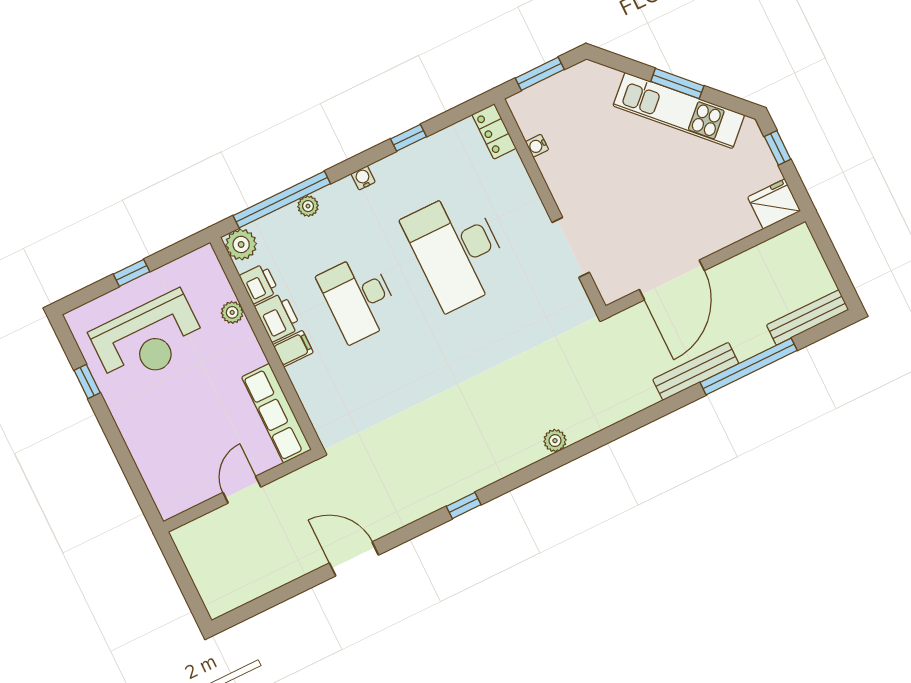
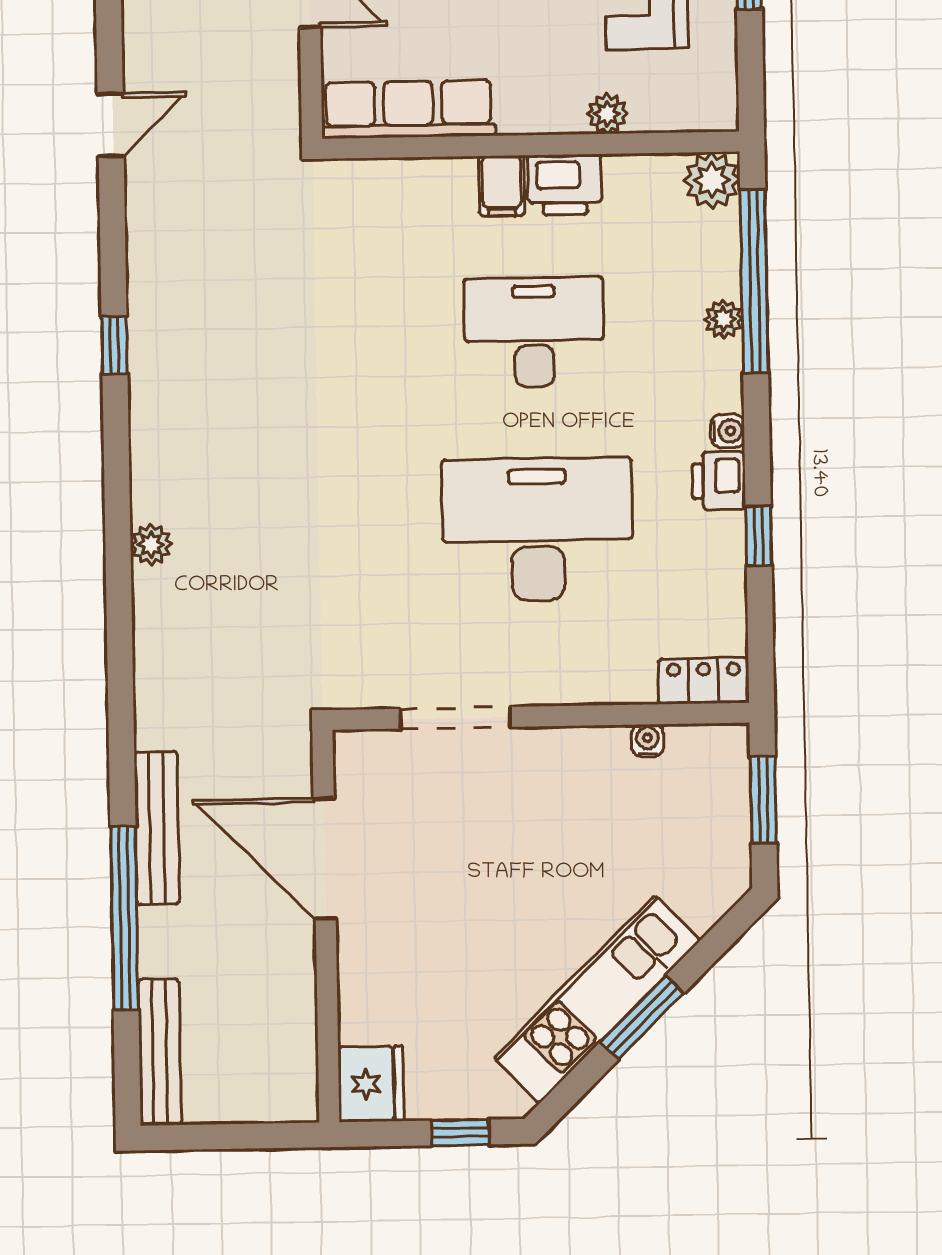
printer: (259, 284) -> (719, 481), moved, turned 90
door: (354, 559) -> (111, 125), width x0.73

